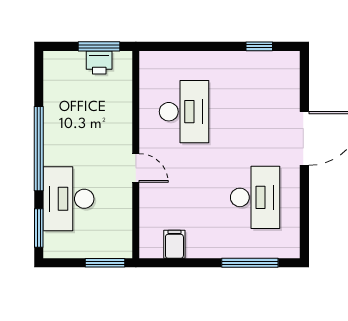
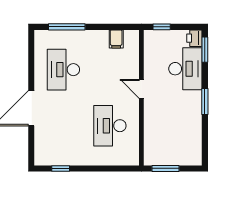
printer: (99, 62) -> (194, 38), moved, turned -90
window: (39, 149) -> (205, 101), width x0.47
window: (105, 263) -> (162, 27), width x0.67

